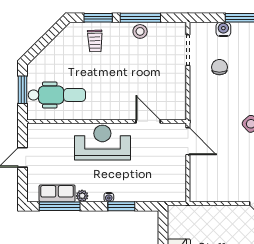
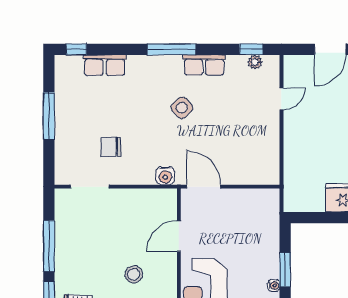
water cooler: (223, 29) -> (165, 176), moved, turned -90
stool: (140, 31) -> (134, 274), moved
door: (188, 141) -> (204, 187), hinge flipped

